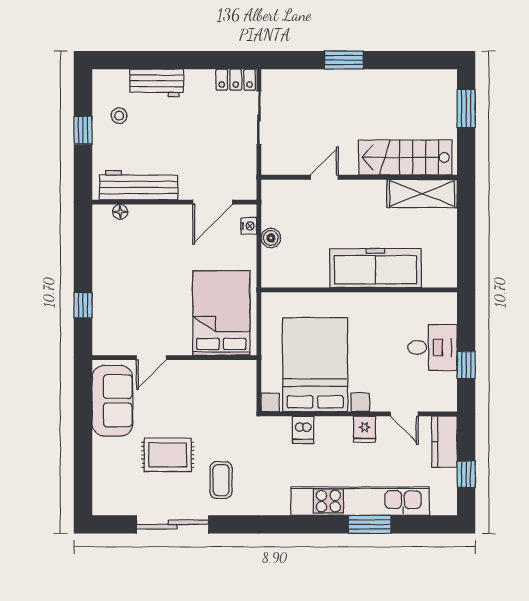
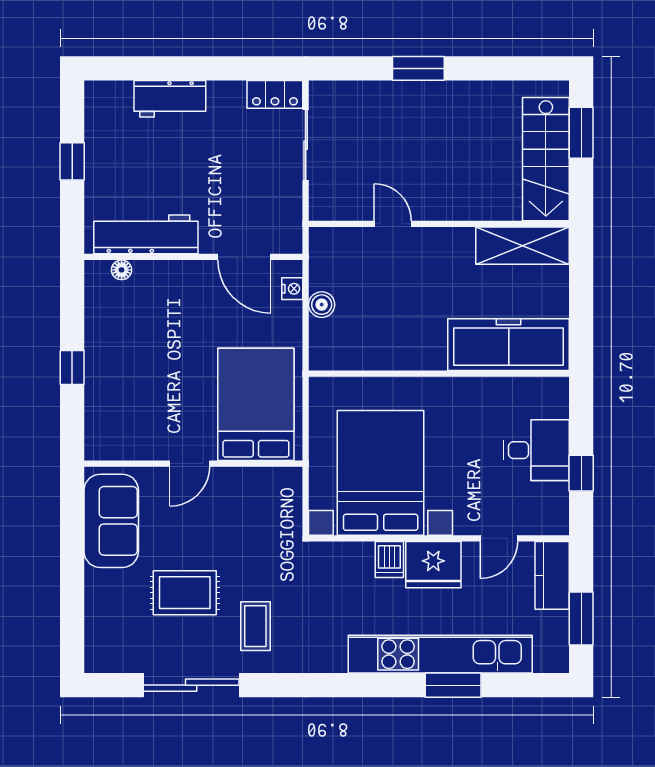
stool: (119, 116) -> (120, 142), removed
stairs: (405, 157) -> (546, 159), moved, turned -90
door: (324, 177) -> (393, 224), hinge flipped
door: (213, 202) -> (244, 257), hinge flipped
freezer: (376, 268) -> (509, 345), moved
window: (83, 305) -> (72, 367), moved
door: (151, 358) -> (190, 464), moved
door: (404, 414) -> (499, 538), hinge flipped
fridge: (365, 429) -> (433, 565), width x1.88, depth x1.34
dishwasher: (303, 430) -> (389, 559), moved
window: (466, 474) -> (581, 619), width x1.50

